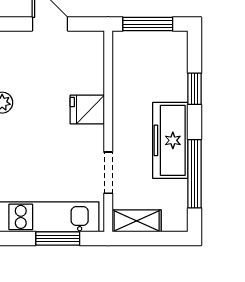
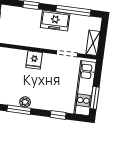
freezer: (170, 140) -> (55, 21), width x0.71
window: (58, 239) -> (95, 98), moved

